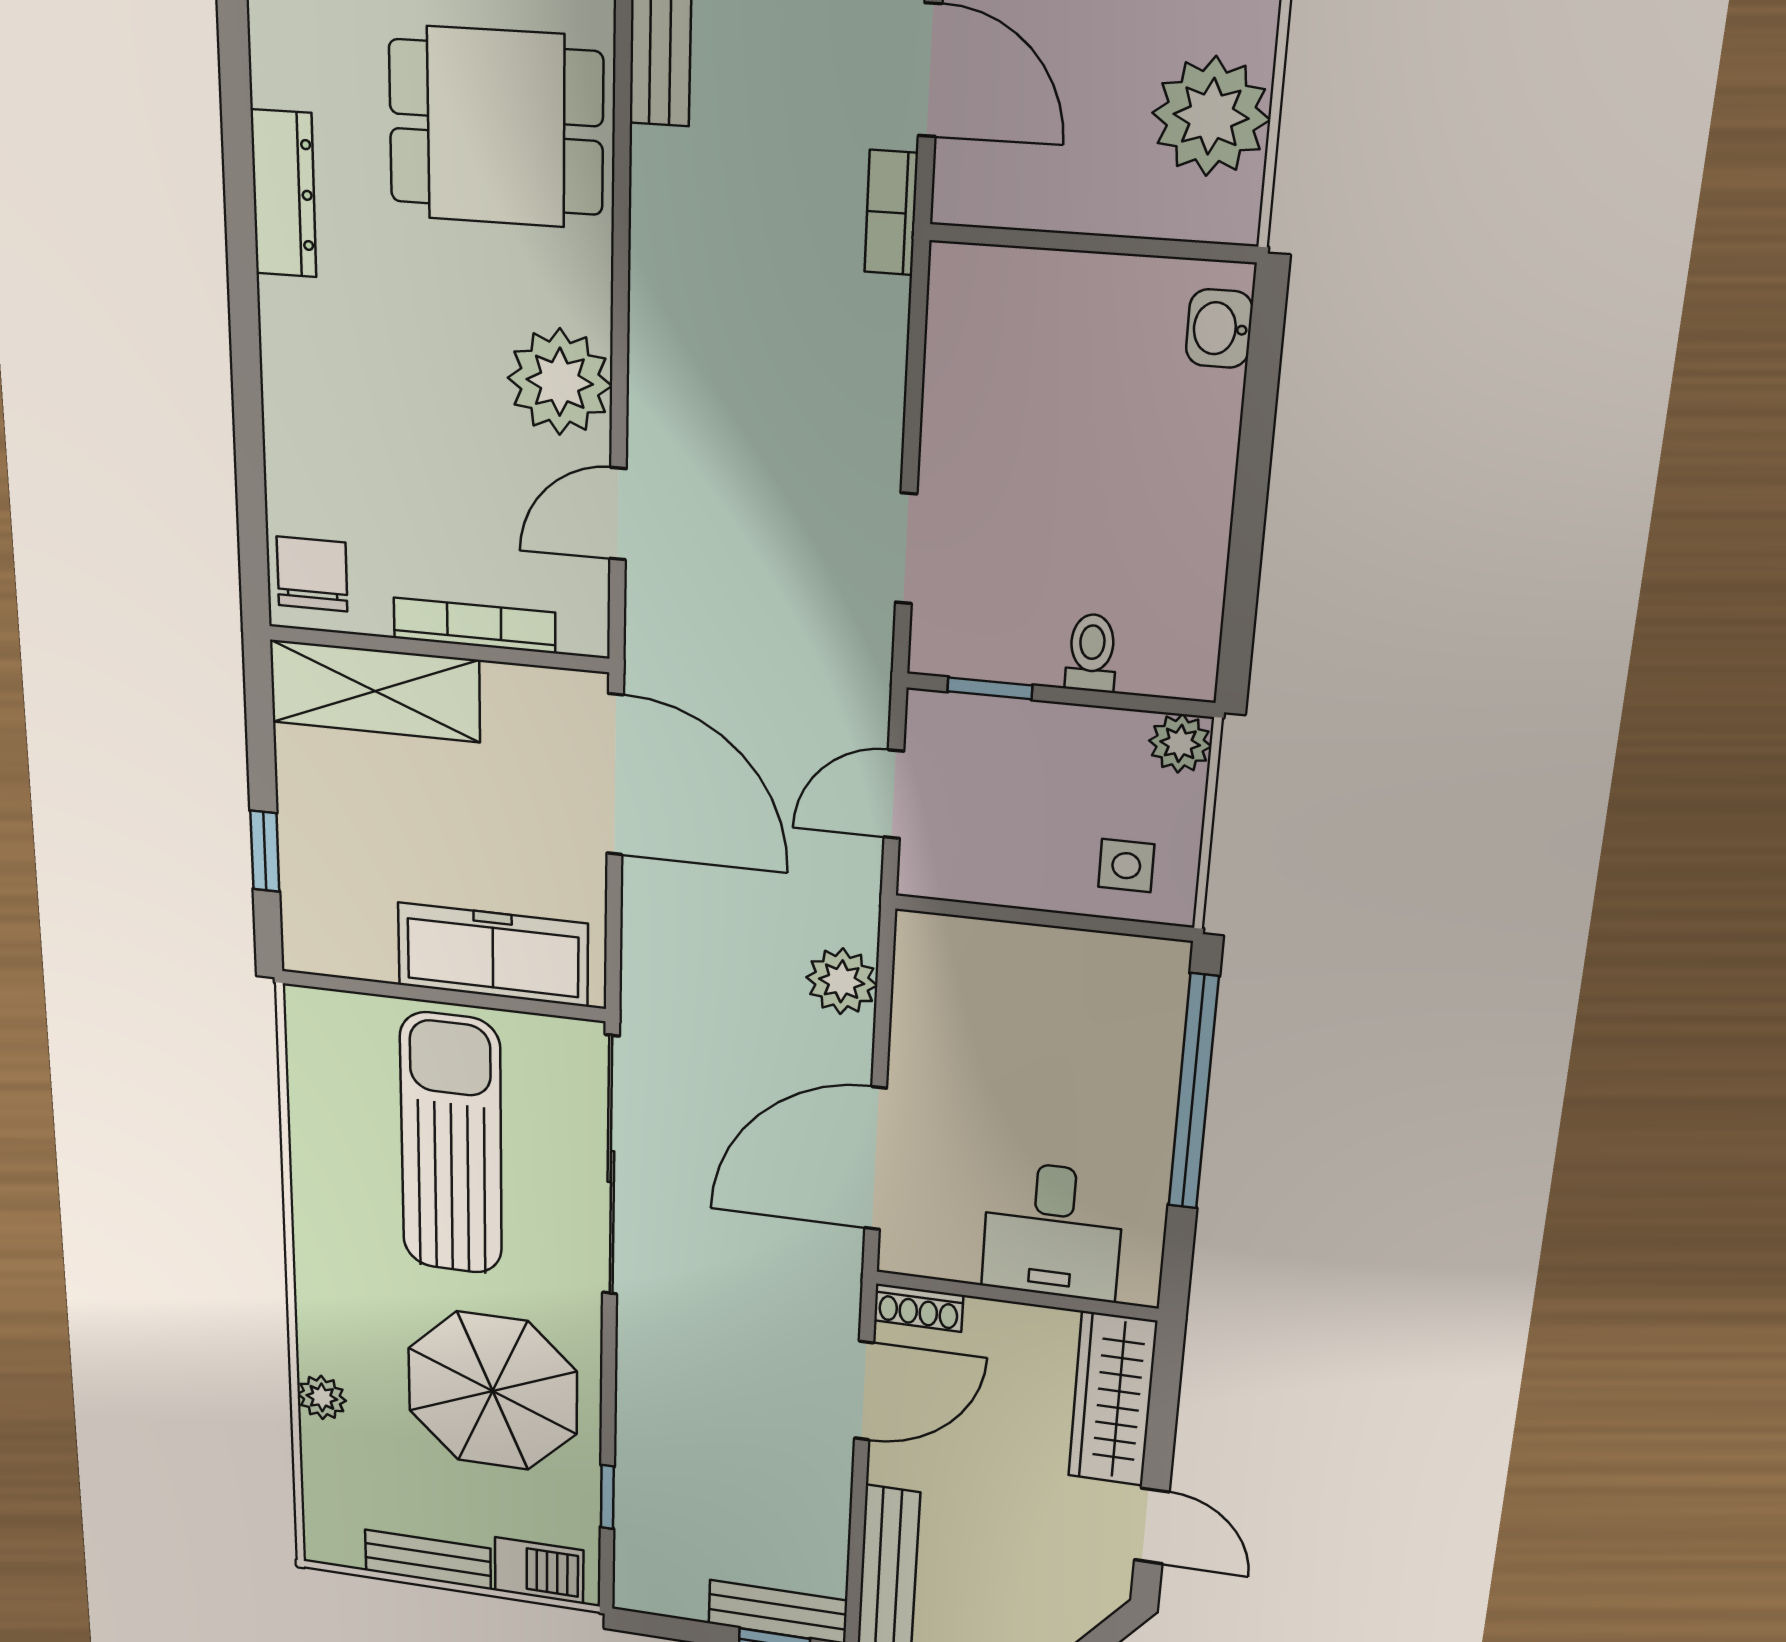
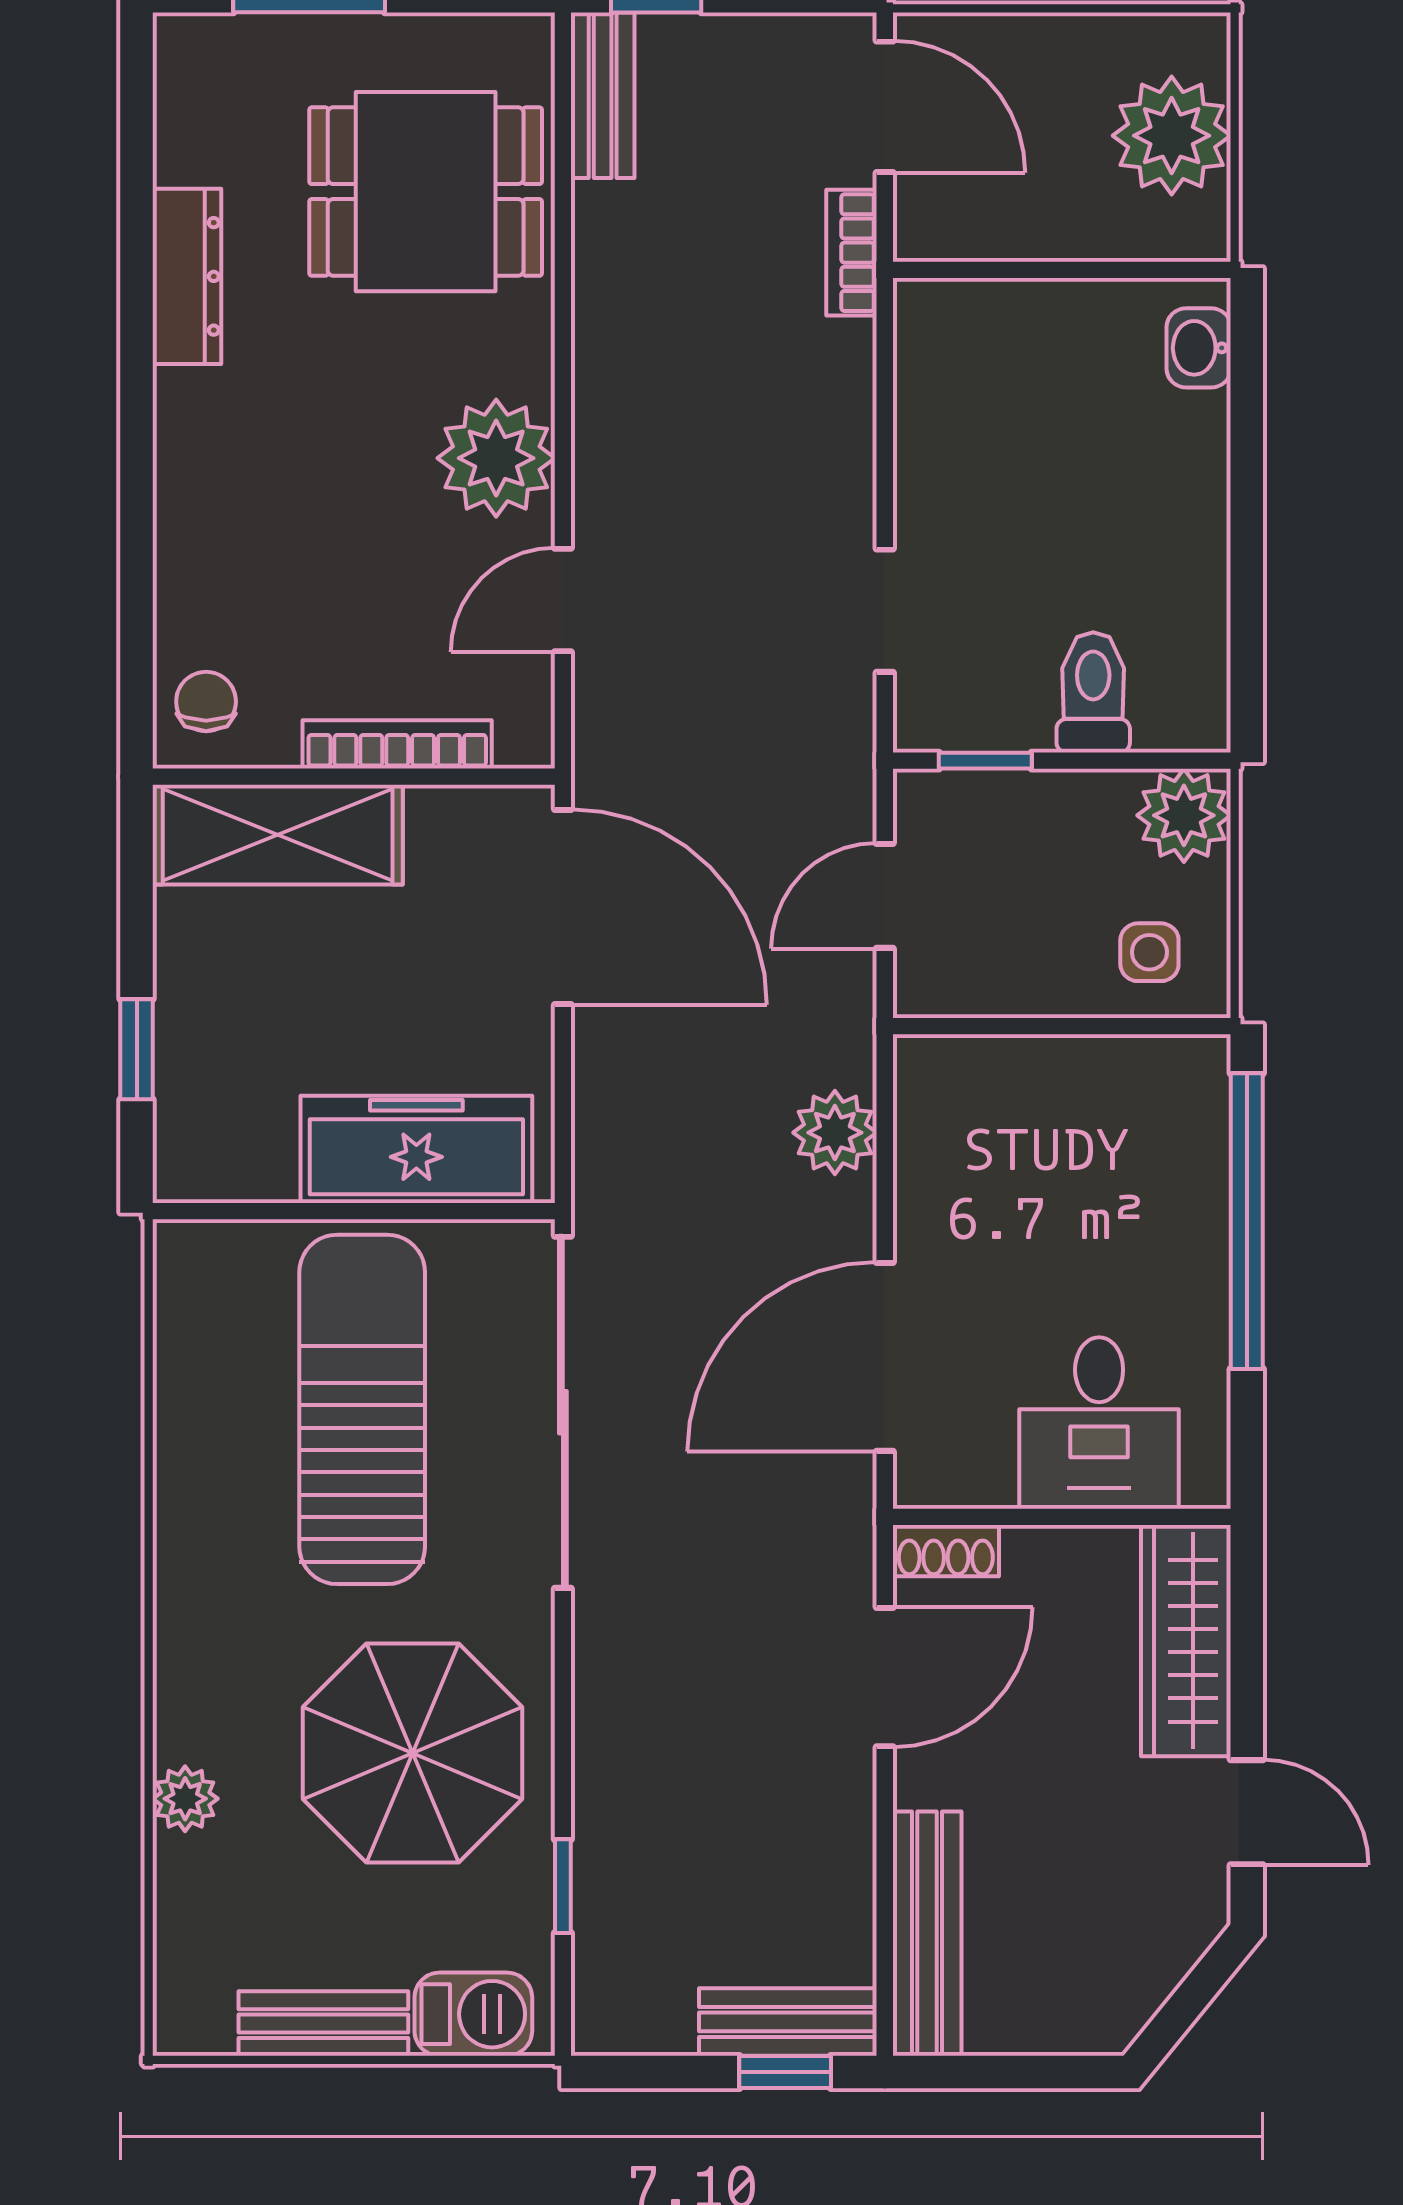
chair: (312, 574) -> (206, 702), width x0.73, depth x0.73
toilet: (1092, 653) -> (1093, 692), width x1.37, depth x1.39
plant: (1180, 743) -> (1184, 815), width x1.38, depth x1.38

